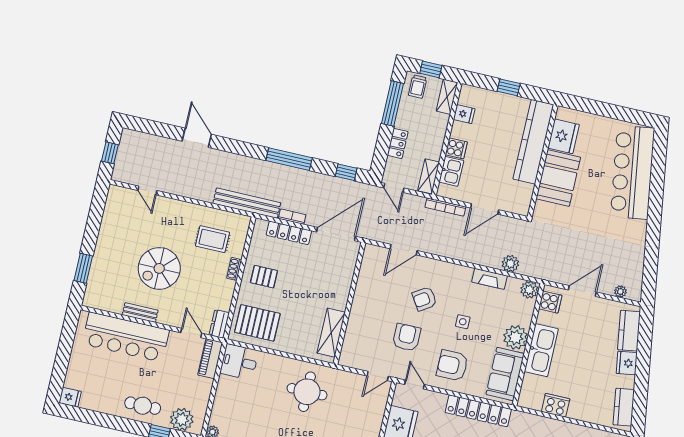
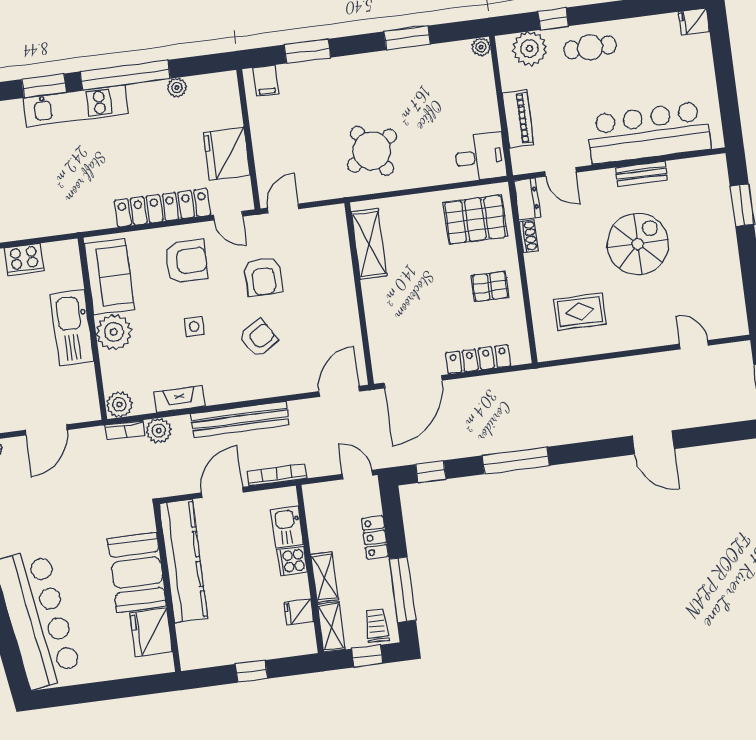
kitchen counter: (533, 142) -> (183, 561), moved
shelving: (429, 176) -> (325, 577), moved
bench: (247, 203) -> (240, 419), moved
bookcase: (292, 217) -> (125, 430), moved
door: (404, 250) -> (339, 391), moved
shoe rack: (234, 269) -> (529, 236), moved
cooker: (550, 302) -> (84, 398), removed
piano: (210, 359) -> (518, 119), moved
round table: (307, 392) -> (372, 151), turned -32
locker: (478, 411) -> (163, 208), moved

